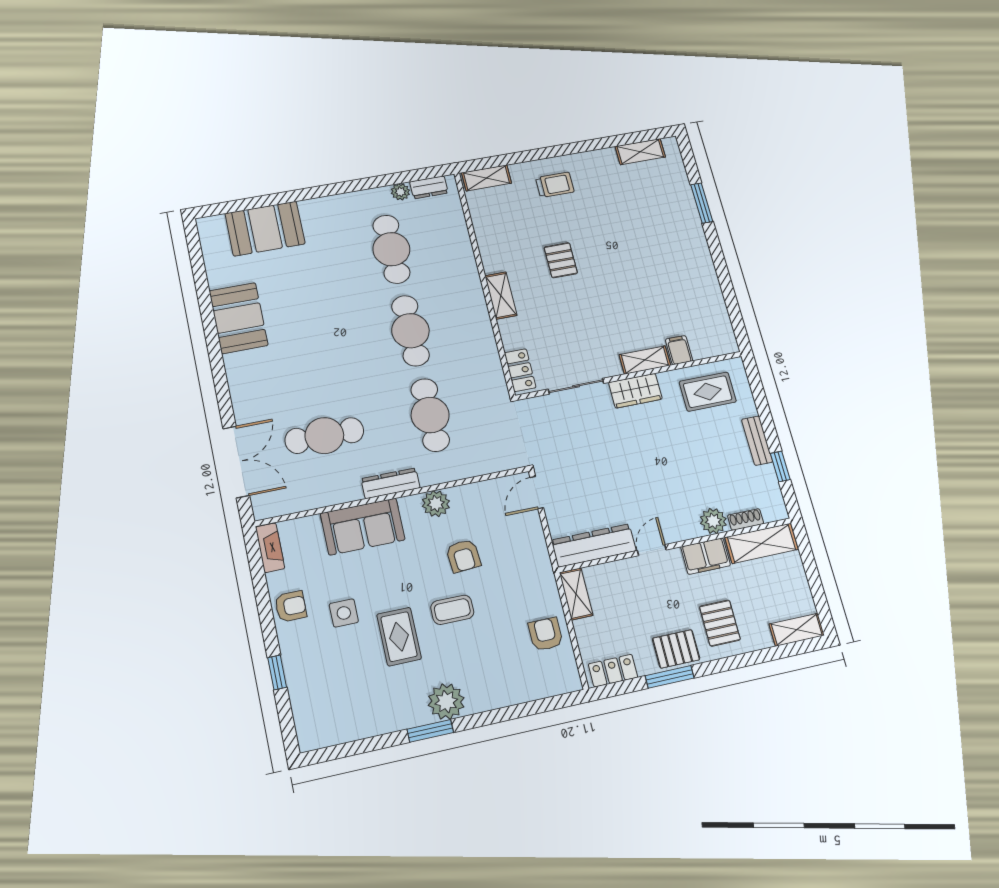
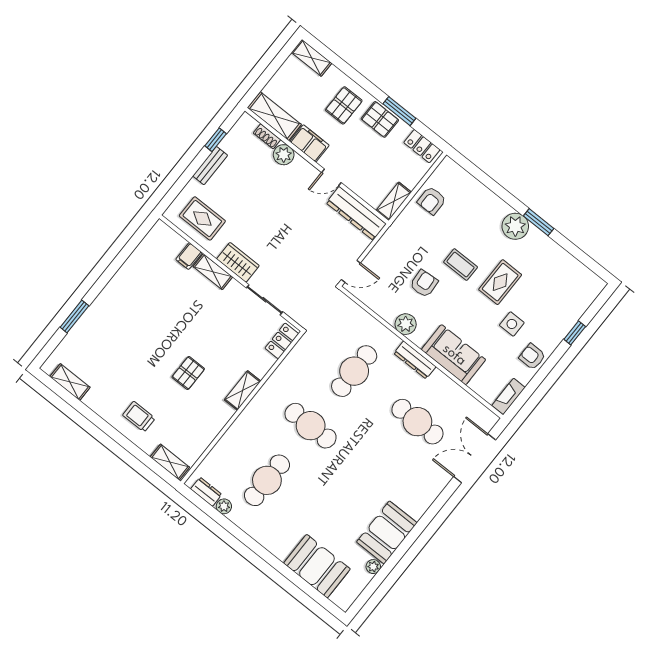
plant: (216, 279) -> (373, 567), added
cafe table: (410, 331) -> (311, 426), turned 90

